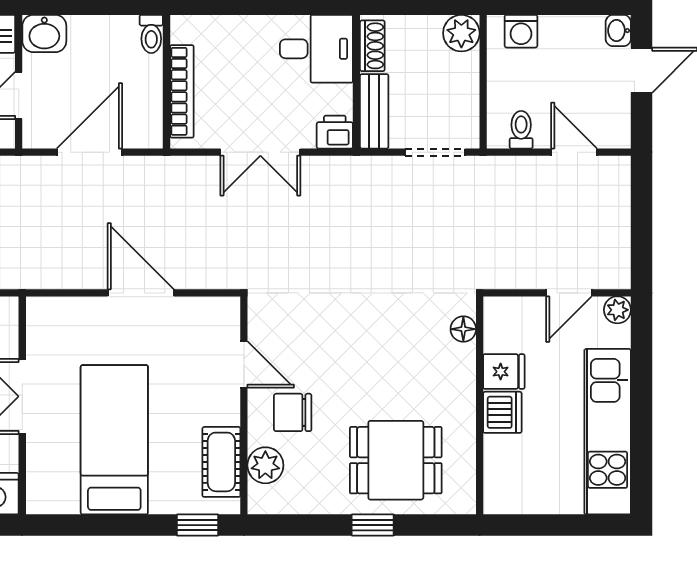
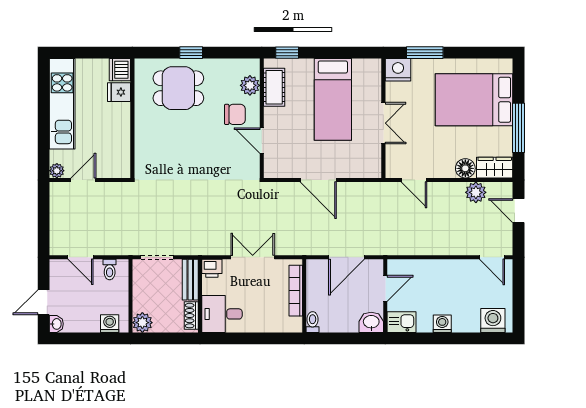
floor lamp: (463, 329) -> (141, 160), removed
fridge: (504, 372) -> (119, 92), moved
dishwasher: (502, 412) -> (120, 70), moved

